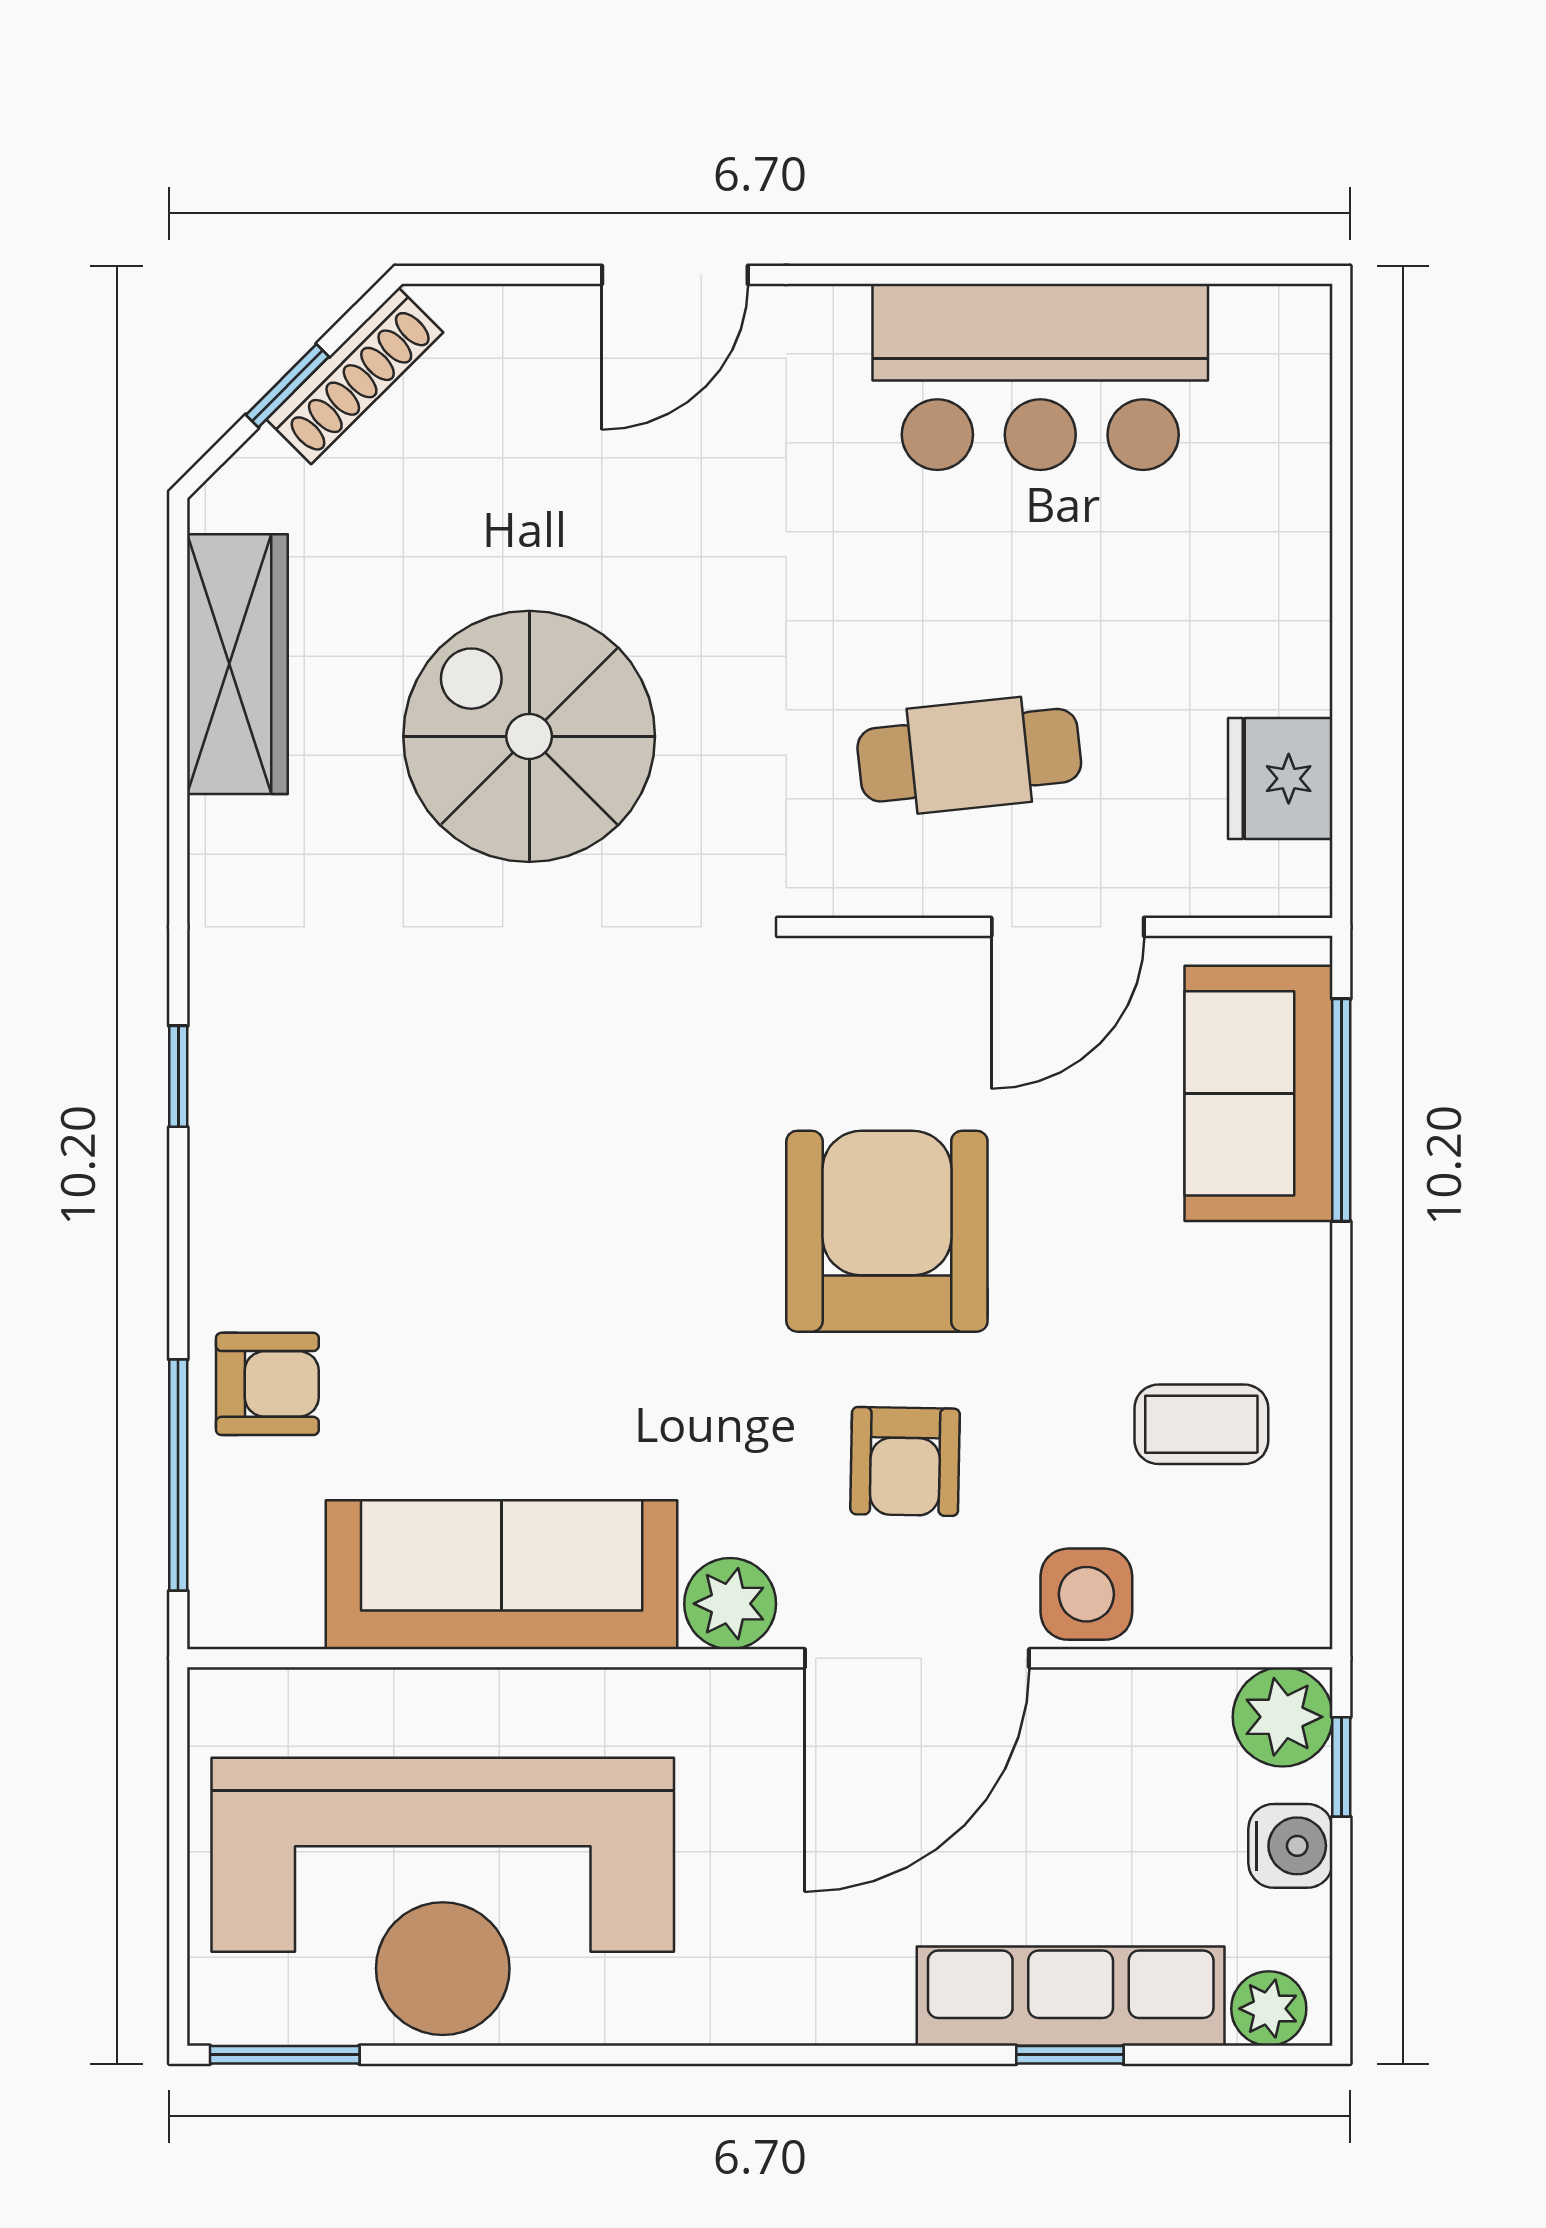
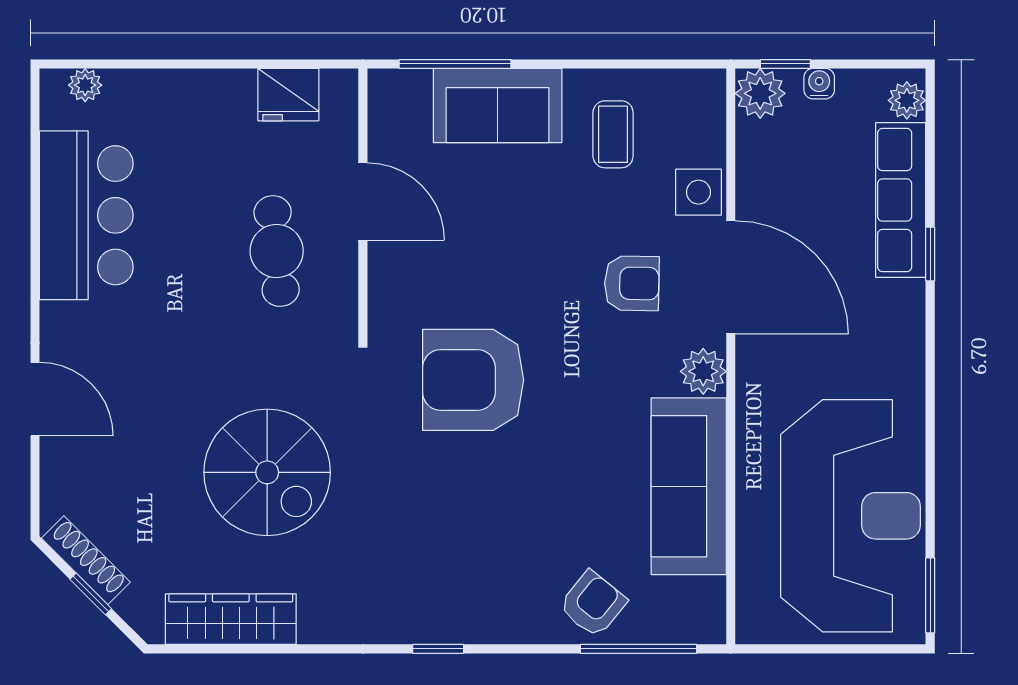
plant: (1299, 375) -> (85, 85), added
spiral stairs: (529, 736) -> (267, 472), turned -90
sofa: (1259, 1093) -> (498, 106), moved
armchair: (887, 1231) -> (473, 380), moved
armchair: (267, 1384) -> (593, 604), turned 39
water cooler: (1290, 1846) -> (819, 84), width x0.72, depth x0.72
window: (1070, 2055) -> (930, 254), moved

